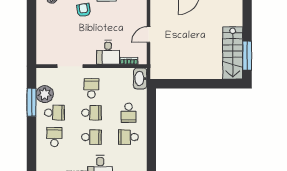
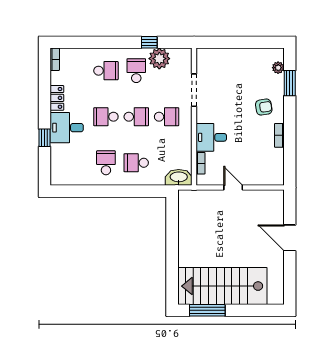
stairs: (233, 53) -> (222, 286), width x1.36, depth x1.51
window: (32, 102) -> (149, 42), width x0.46
school desk: (54, 113) -> (136, 71), turned 180
school desk: (91, 113) -> (136, 117), turned -90
school desk: (91, 137) -> (106, 117), turned 90

